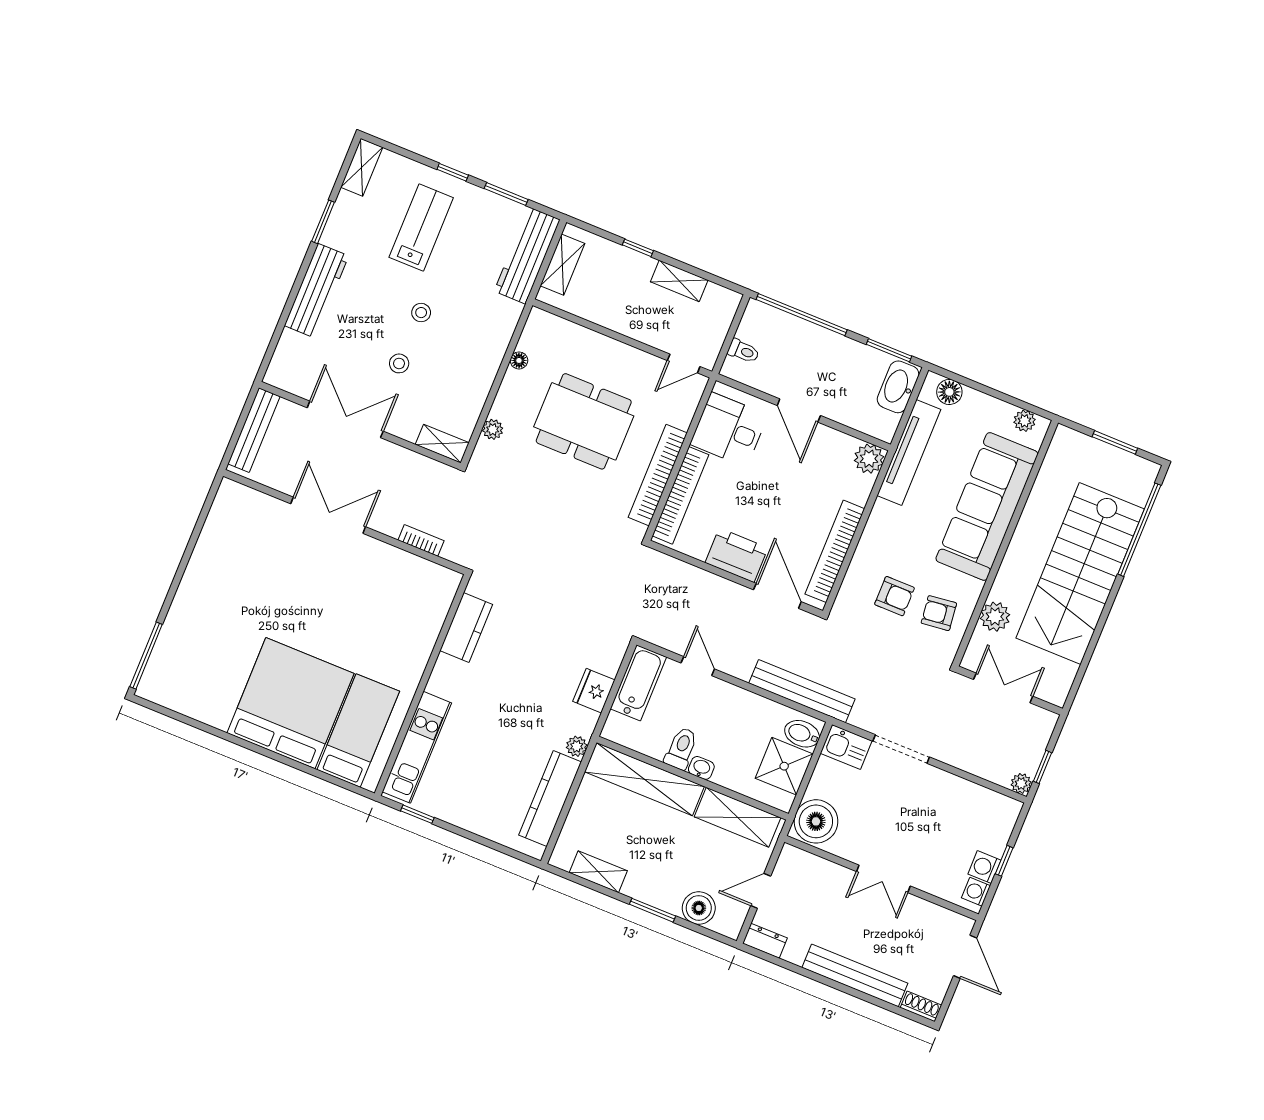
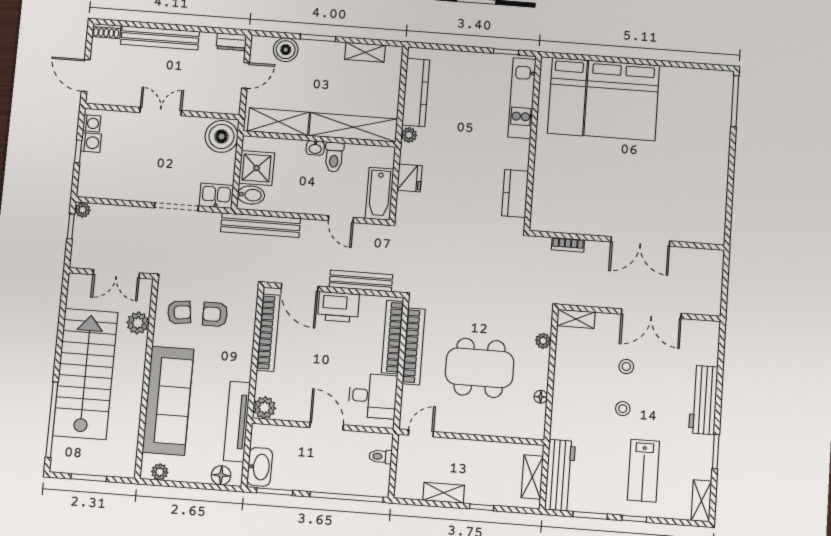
bench: (254, 430) -> (361, 281), moved, turned 90

